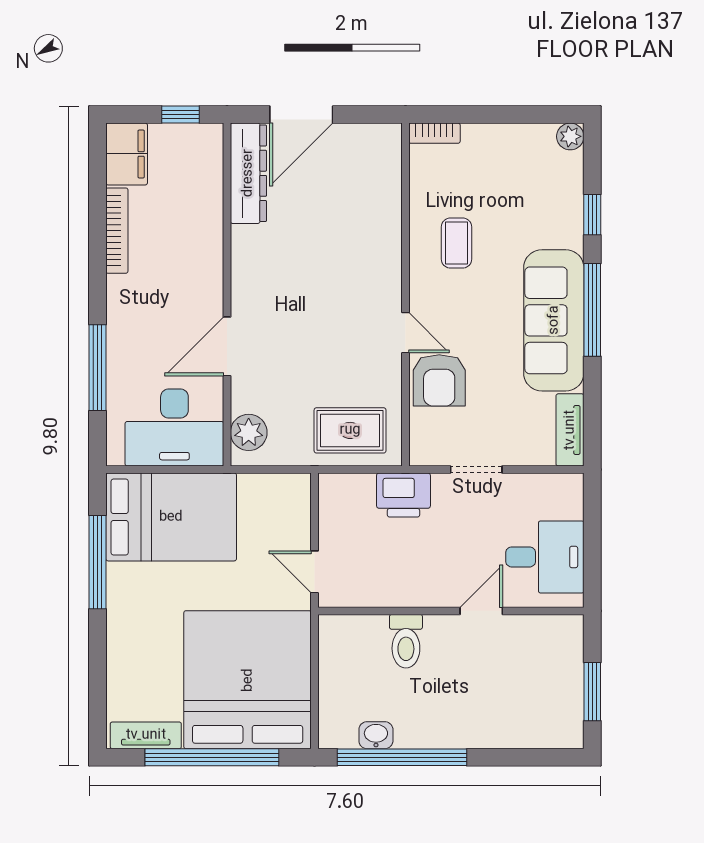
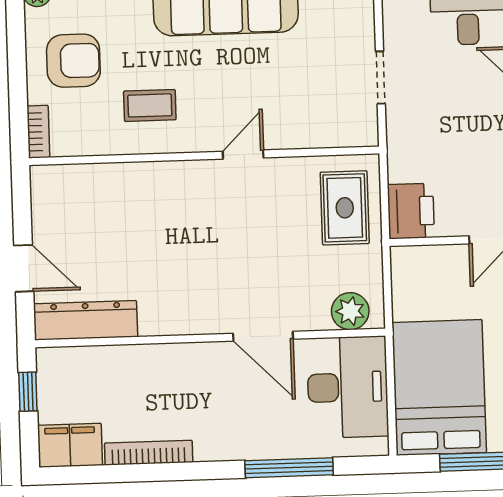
door: (301, 115) -> (24, 268), width x0.73
armchair: (439, 380) -> (73, 61), moved
printer: (403, 495) -> (411, 211), moved

